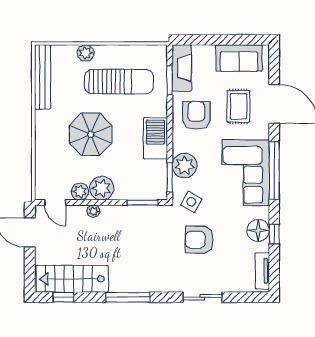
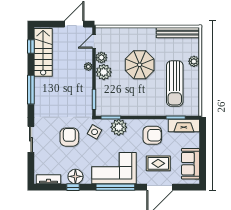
barbecue: (155, 138) -> (137, 108), removed

